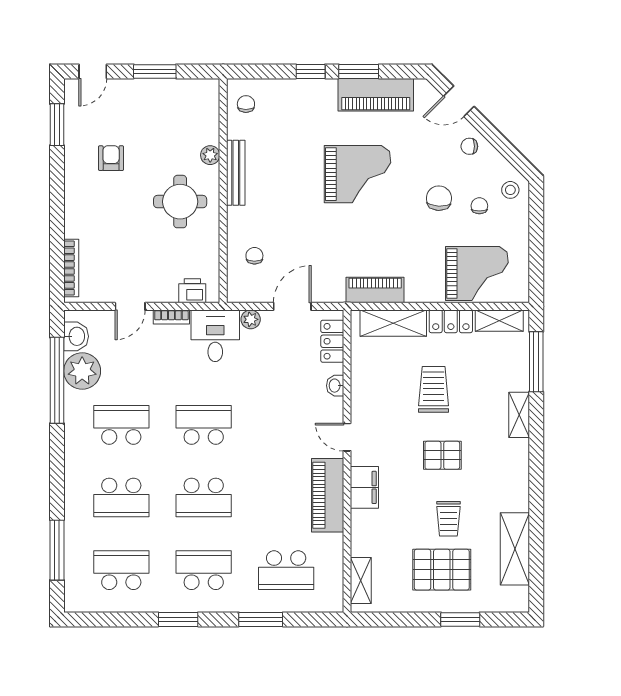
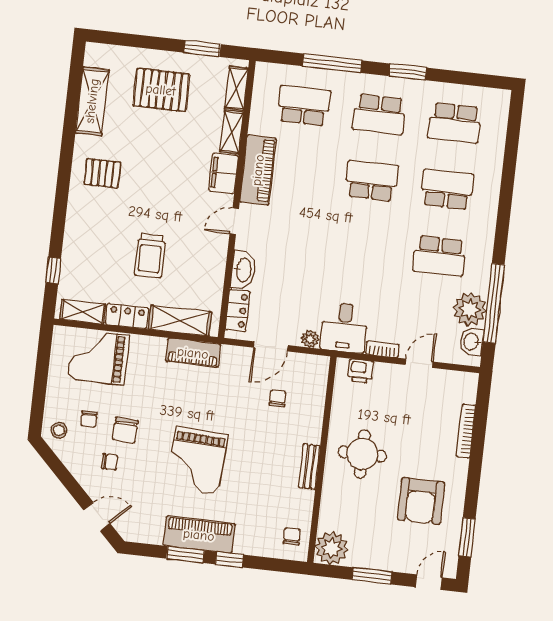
piano: (376, 95) -> (199, 535), moved
chair: (246, 104) -> (292, 536), turned 180
chair: (469, 146) -> (110, 462), moved
plant: (210, 155) -> (331, 548), moved, width x1.88, depth x1.88
armchair: (111, 158) -> (421, 501), width x1.88, depth x1.88
bench: (236, 173) -> (309, 467), width x0.73
grand piano: (358, 174) -> (197, 461), turned -87
chair: (254, 256) -> (278, 398), moved, turned 180
bookcase: (71, 268) -> (466, 431), moved
window: (536, 362) -> (53, 270), width x0.46
washbasin: (335, 386) -> (243, 270), width x1.91, depth x1.45
shelving: (519, 415) -> (232, 132), moved
school desk: (204, 425) -> (364, 247), removed
door: (347, 437) -> (234, 221), swing flipped
pallet: (442, 455) -> (102, 173), moved
trolley: (448, 519) -> (150, 136), removed
window: (57, 550) -> (511, 148), removed
window: (261, 619) -> (332, 63), width x1.44
window: (460, 619) -> (202, 48), moved

